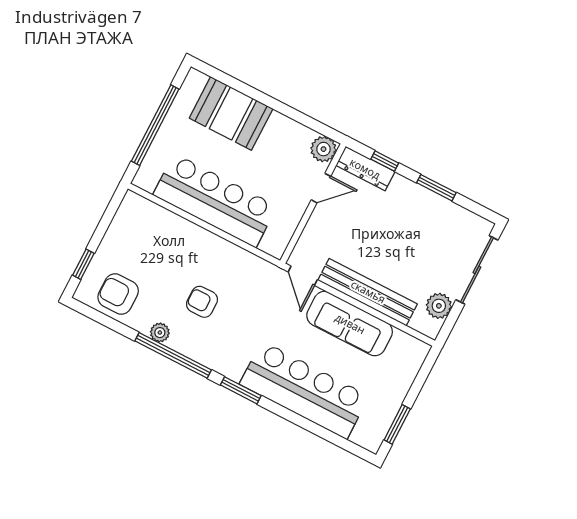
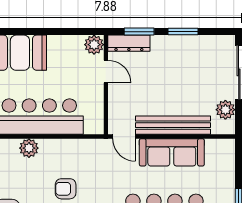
window: (385, 161) -> (139, 32), width x1.50
door: (321, 188) -> (106, 72), hinge flipped
plant: (184, 231) -> (29, 148), added

